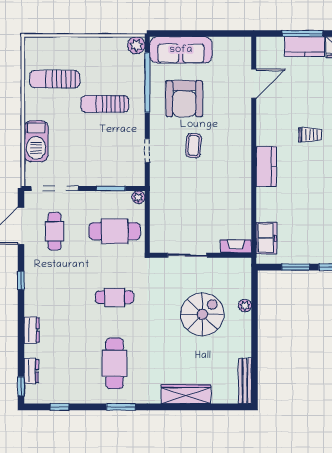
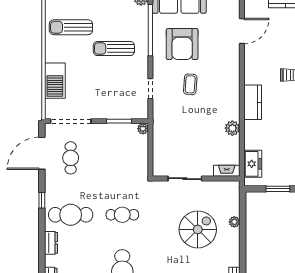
plant: (243, 197) -> (232, 128), added
cafe table: (115, 231) -> (71, 215), moved

